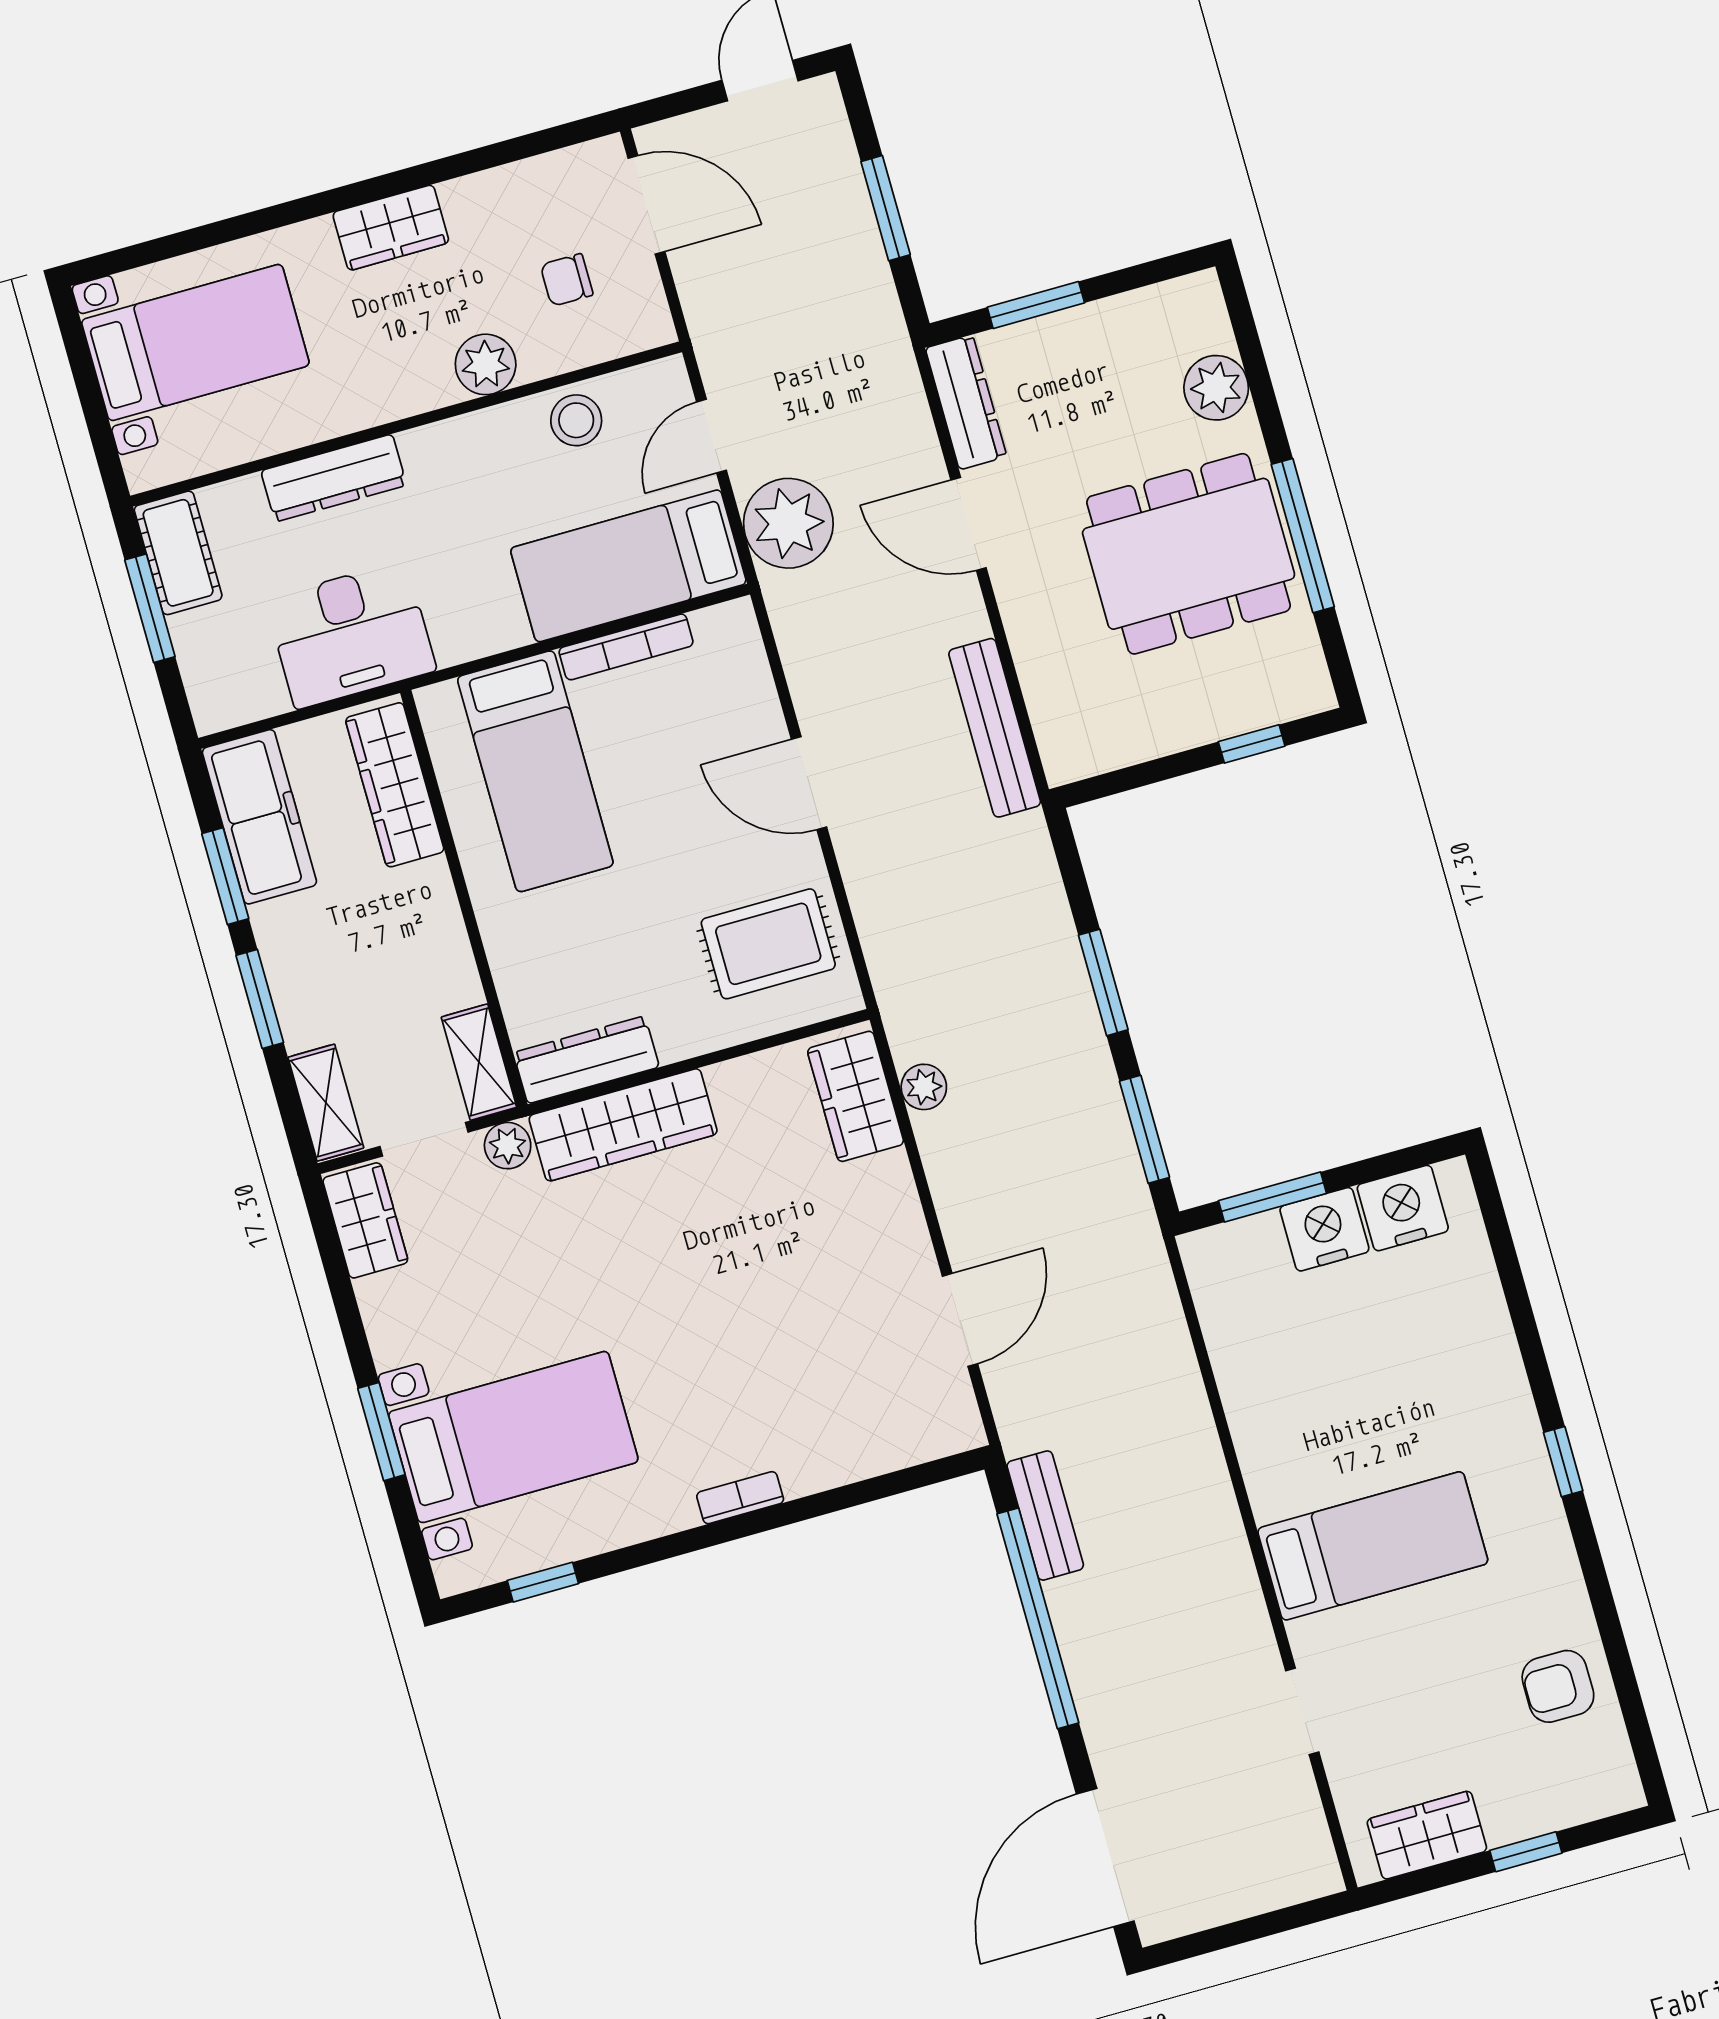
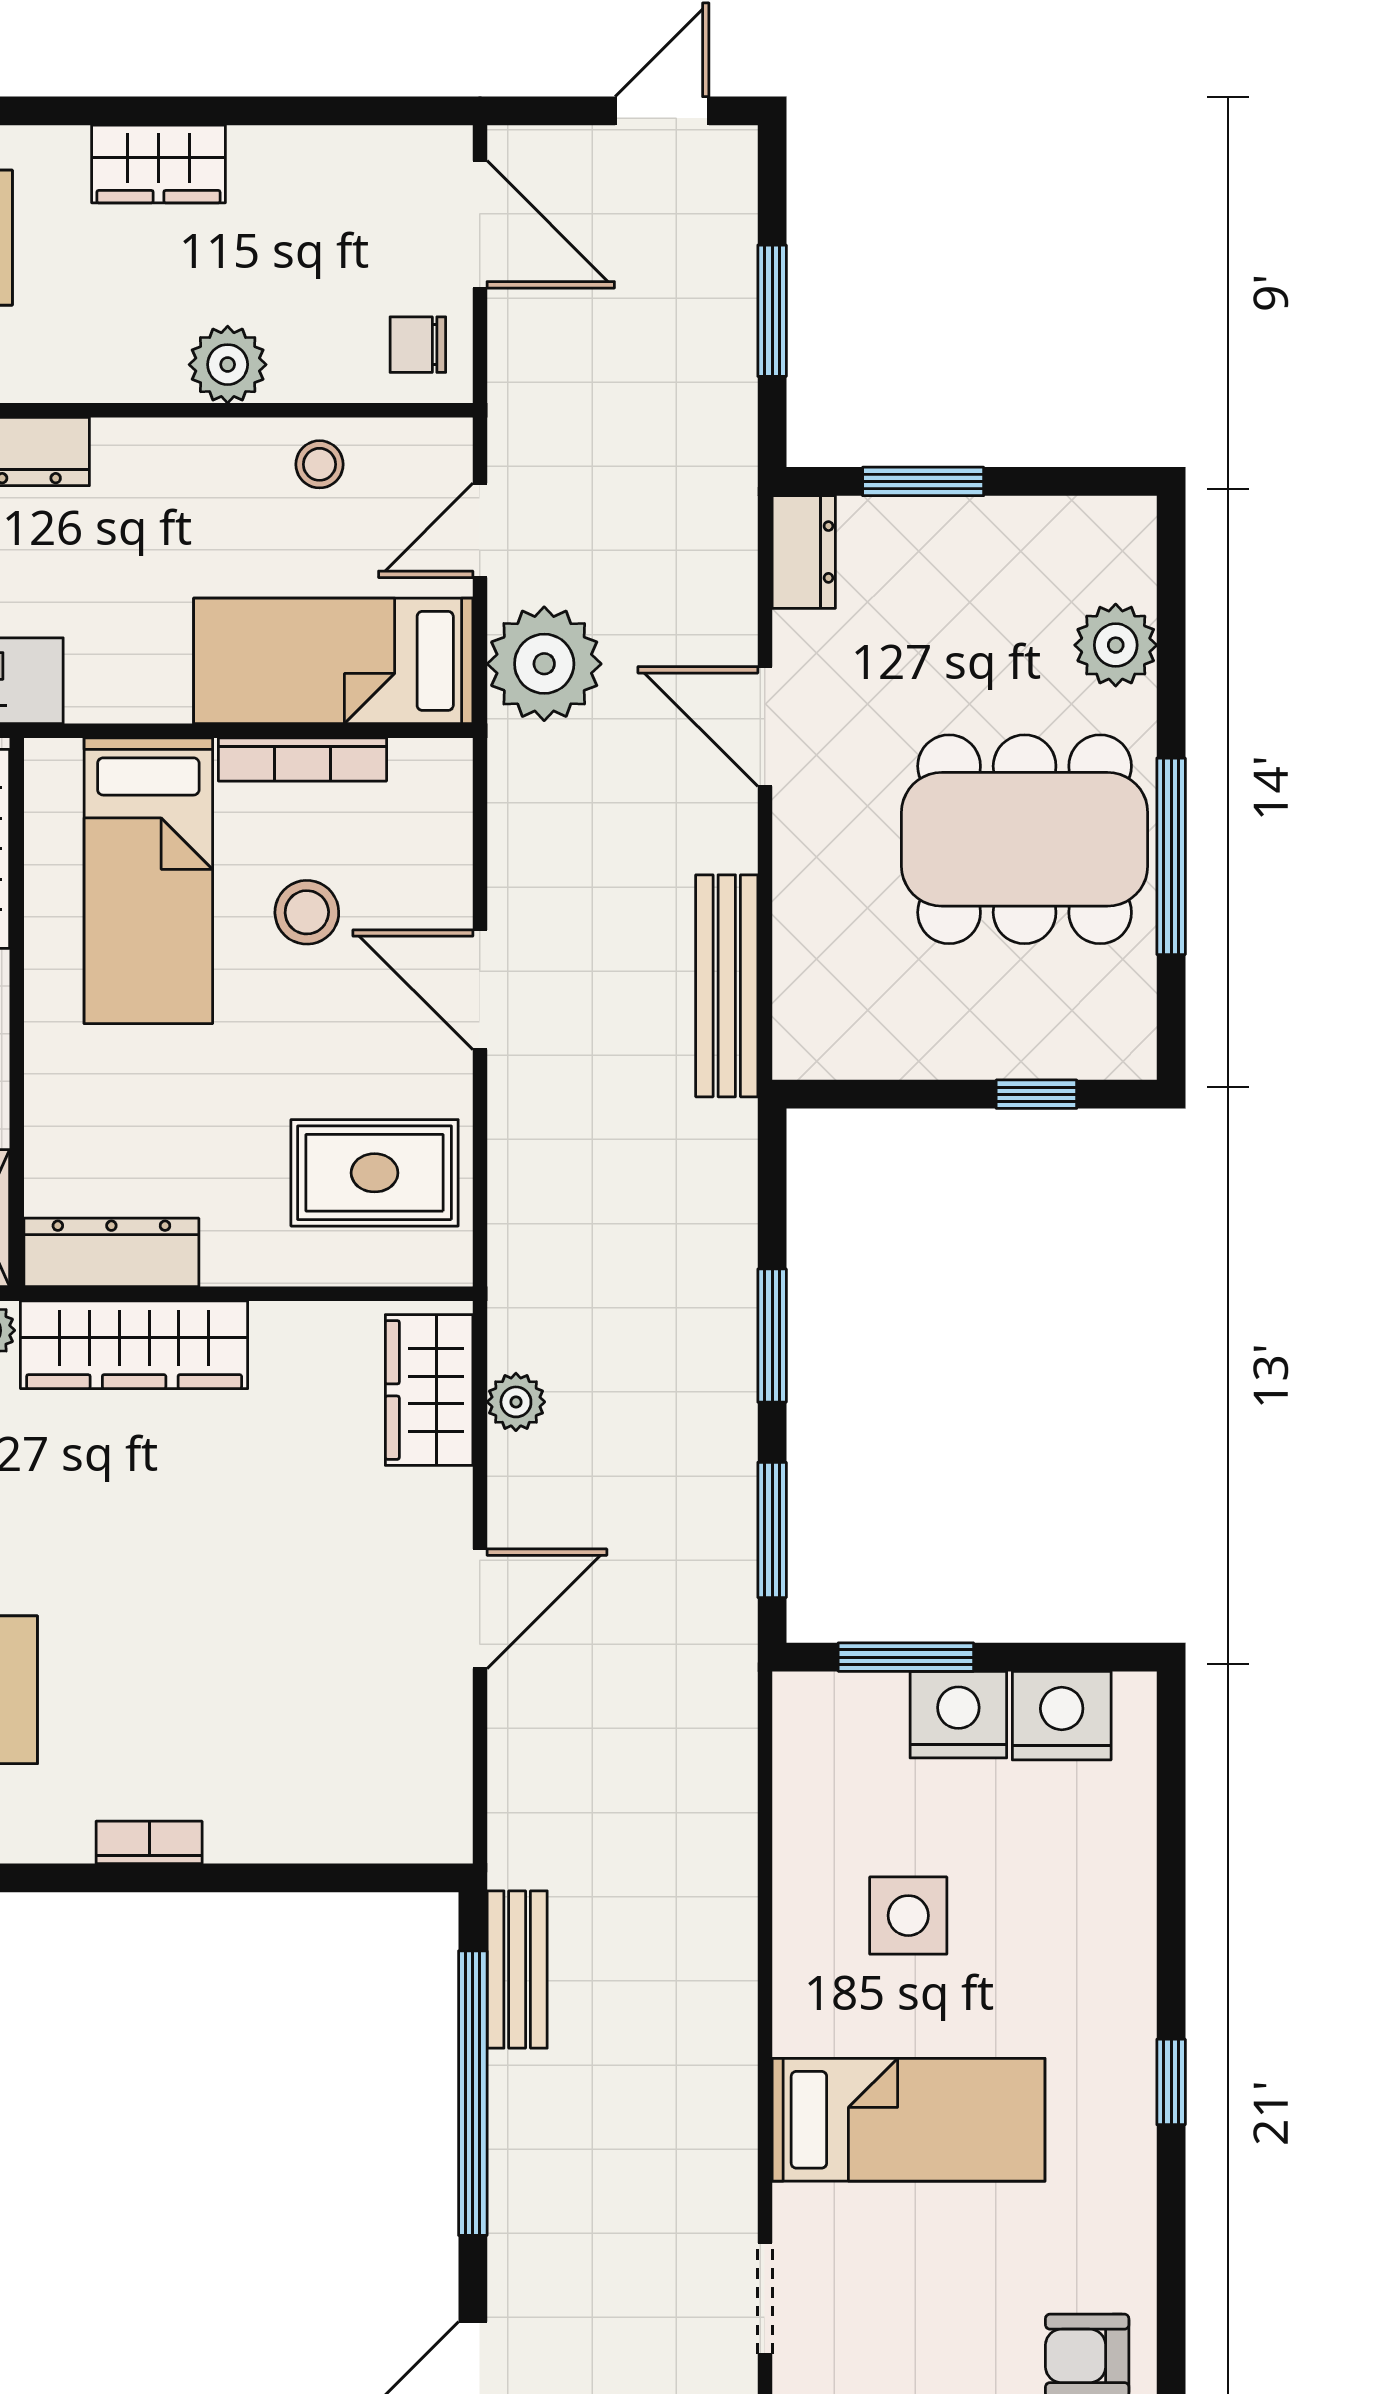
chair: (567, 280) -> (418, 345), moved
dresser: (966, 402) -> (804, 552), width x0.70
stool: (576, 420) -> (320, 464), width x0.73, depth x0.73
stool: (662, 761) -> (307, 912), added
door: (960, 1320) -> (480, 1609), moved
side table: (1329, 1392) -> (908, 1916), added

